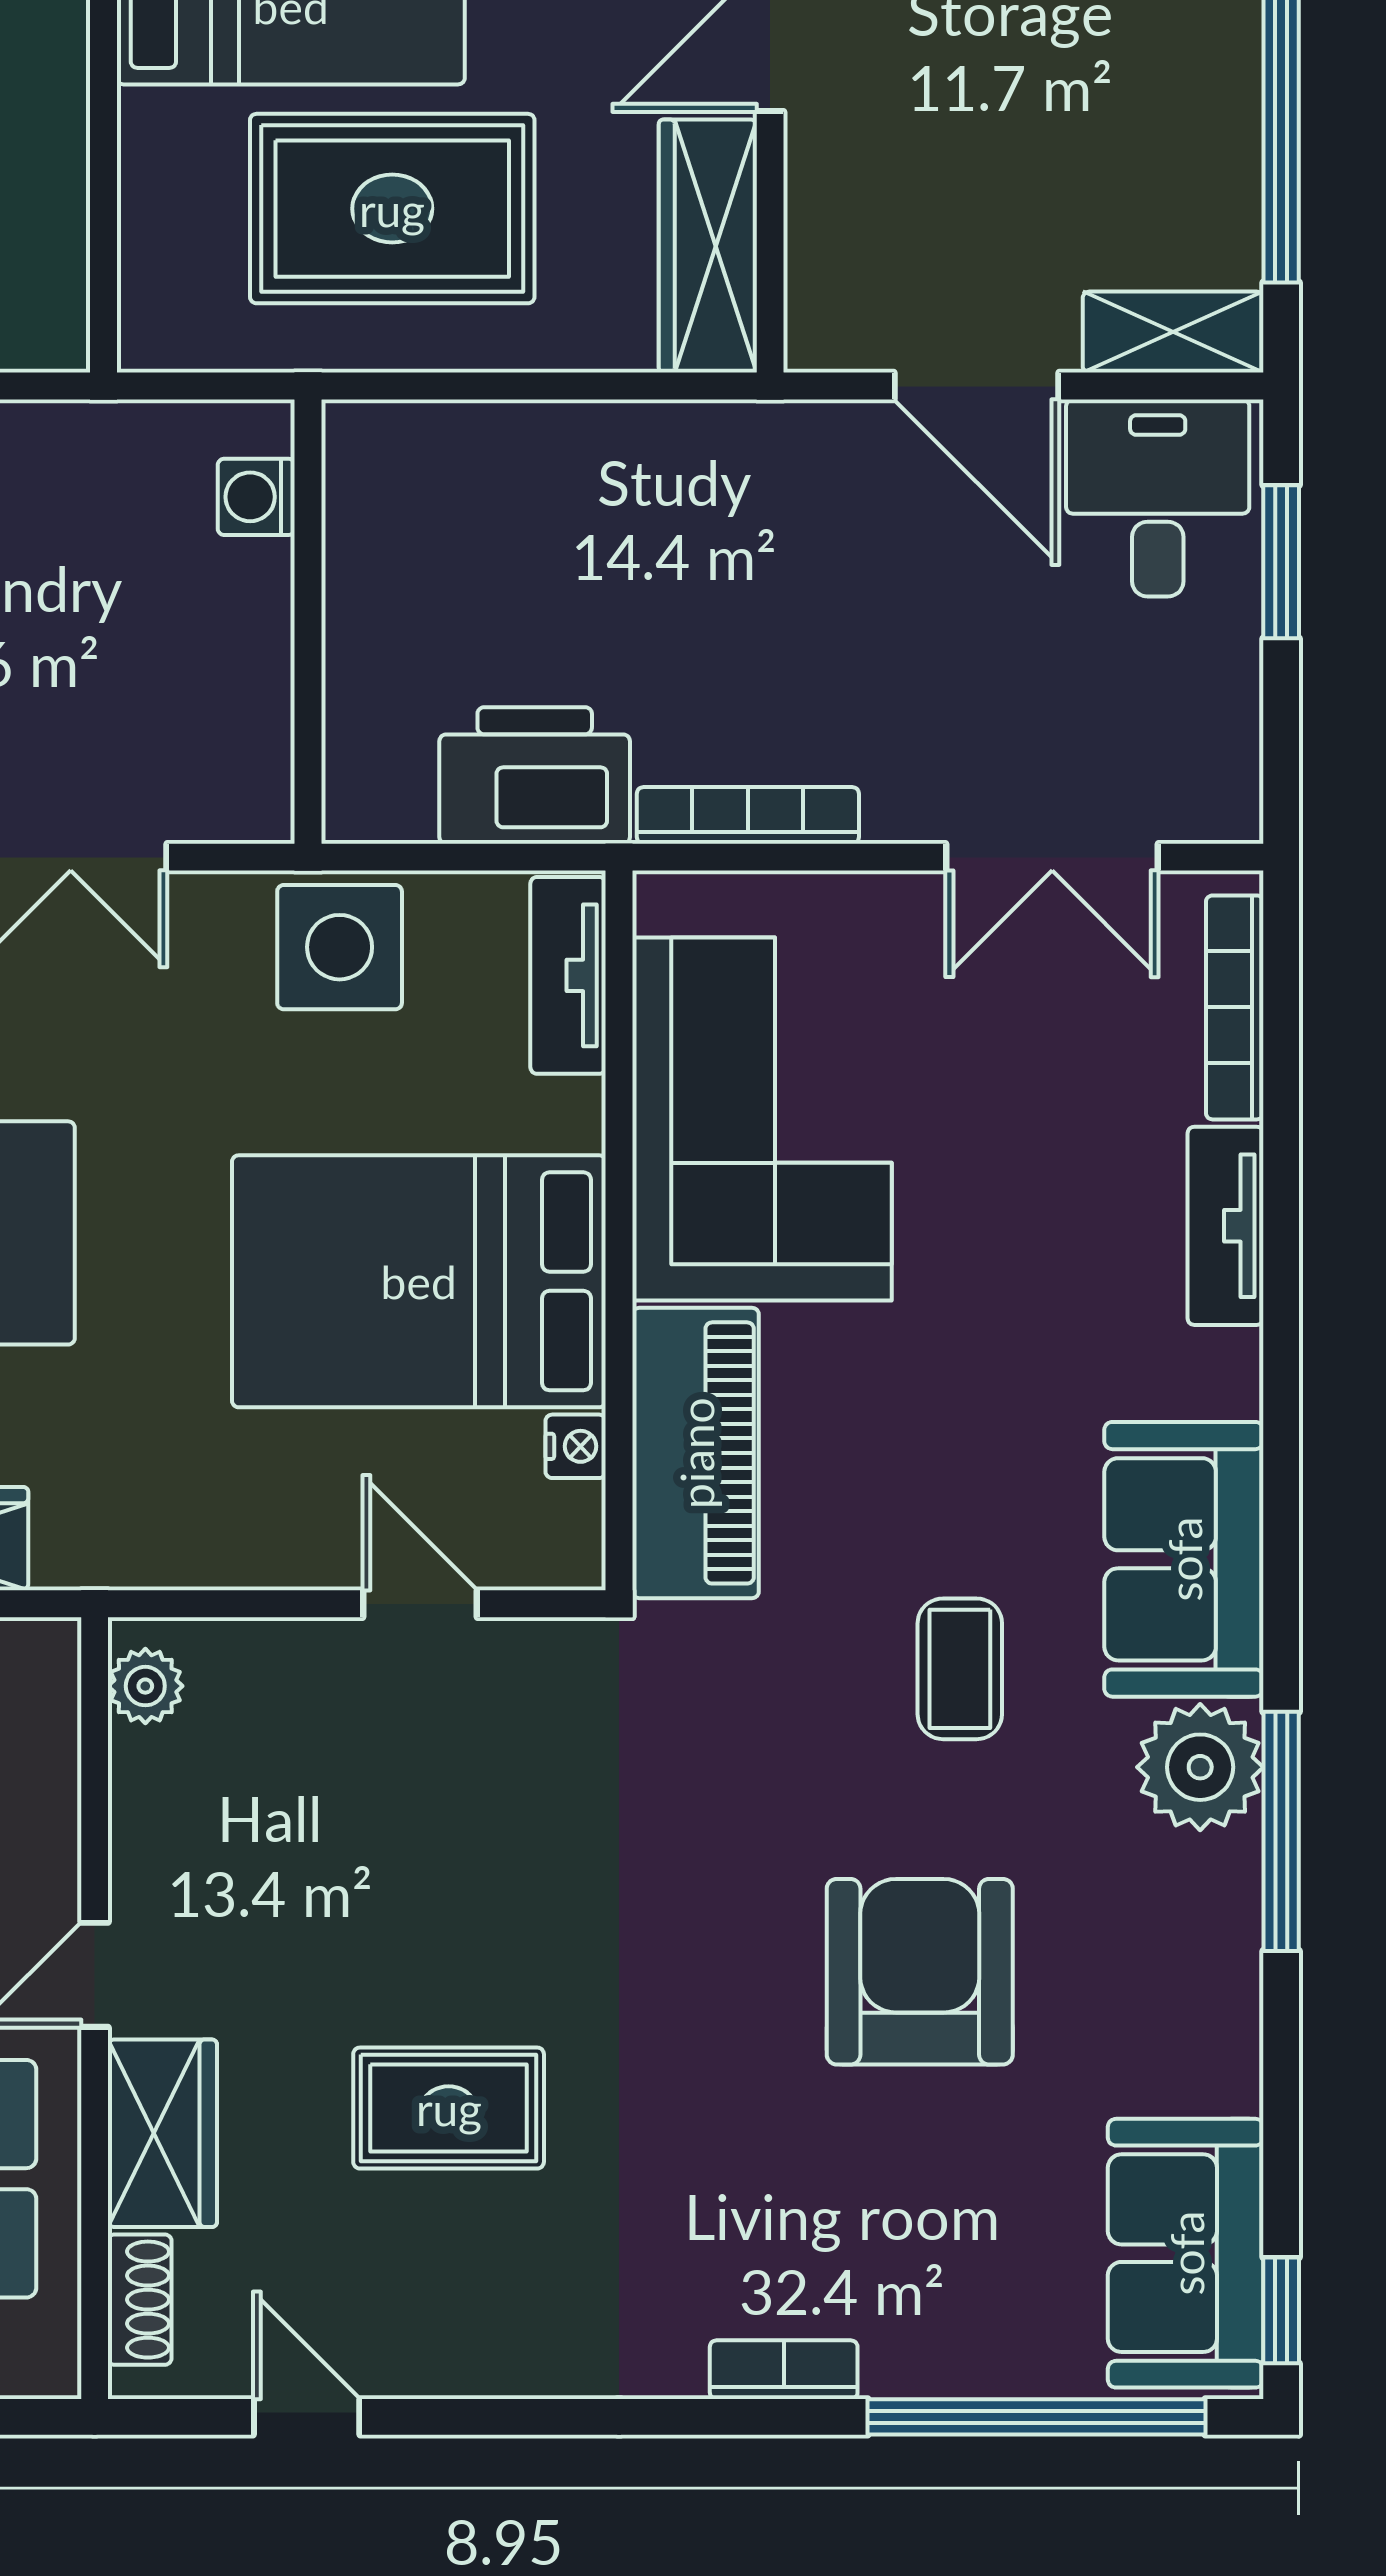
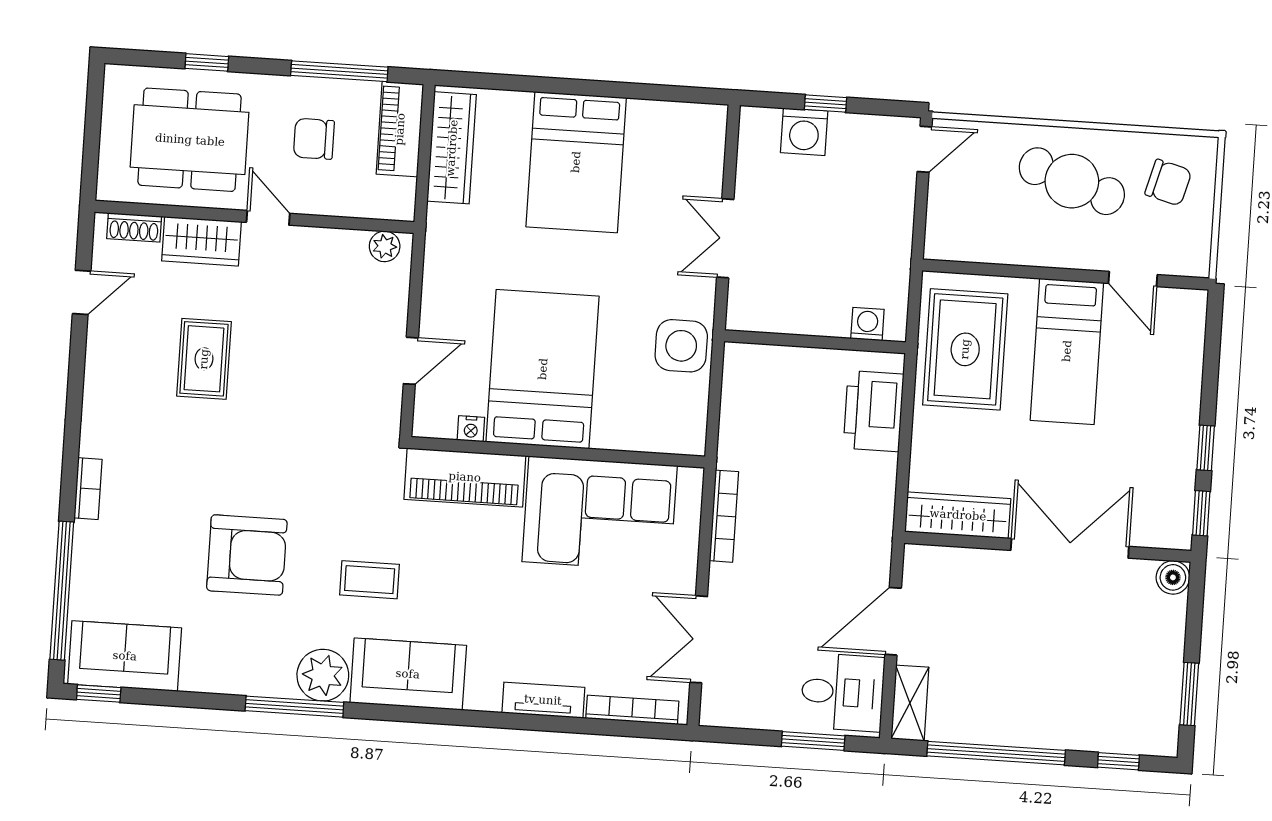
rug: (392, 209) -> (965, 349), moved
printer: (535, 775) -> (874, 411), moved, turned 180
tv unit: (568, 975) -> (663, 438), removed

